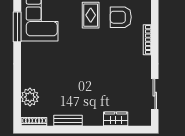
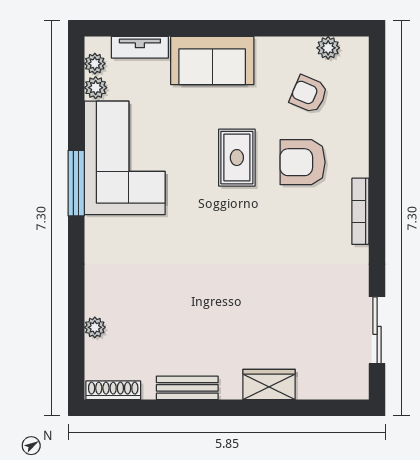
plant: (30, 97) -> (95, 327), width x0.53, depth x0.53
wardrobe: (116, 119) -> (269, 384), moved

